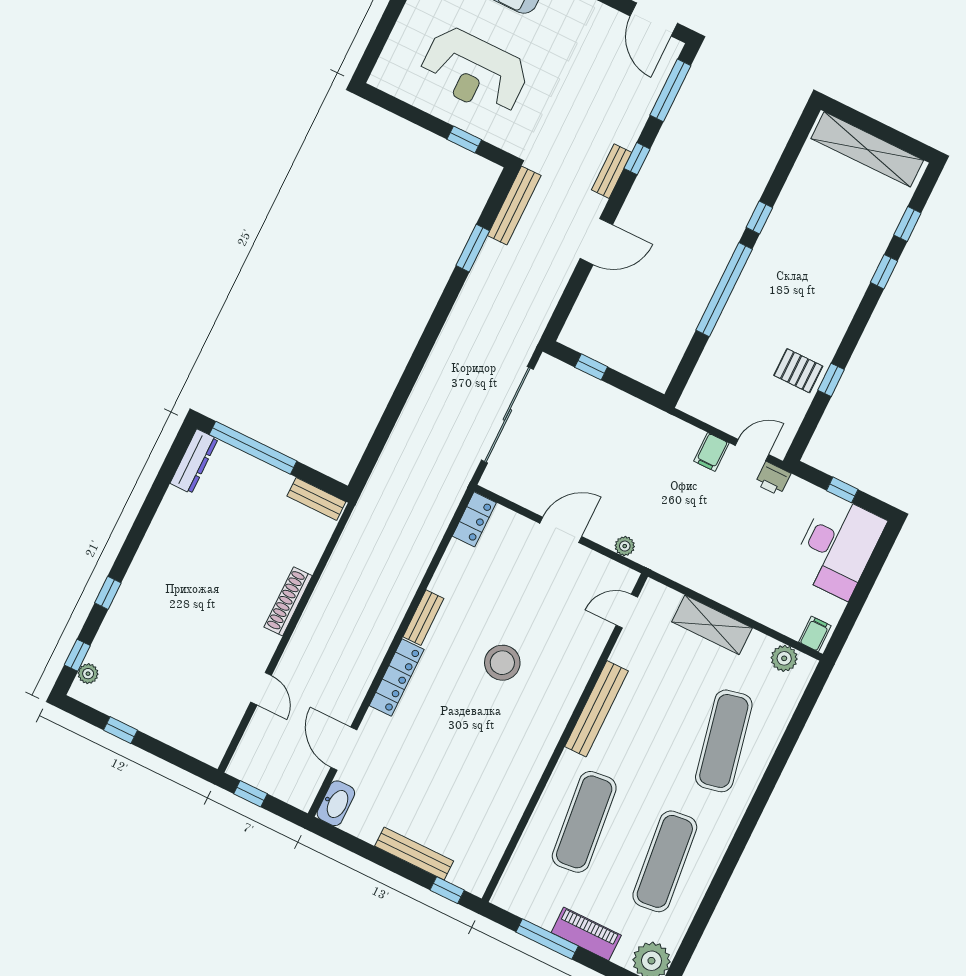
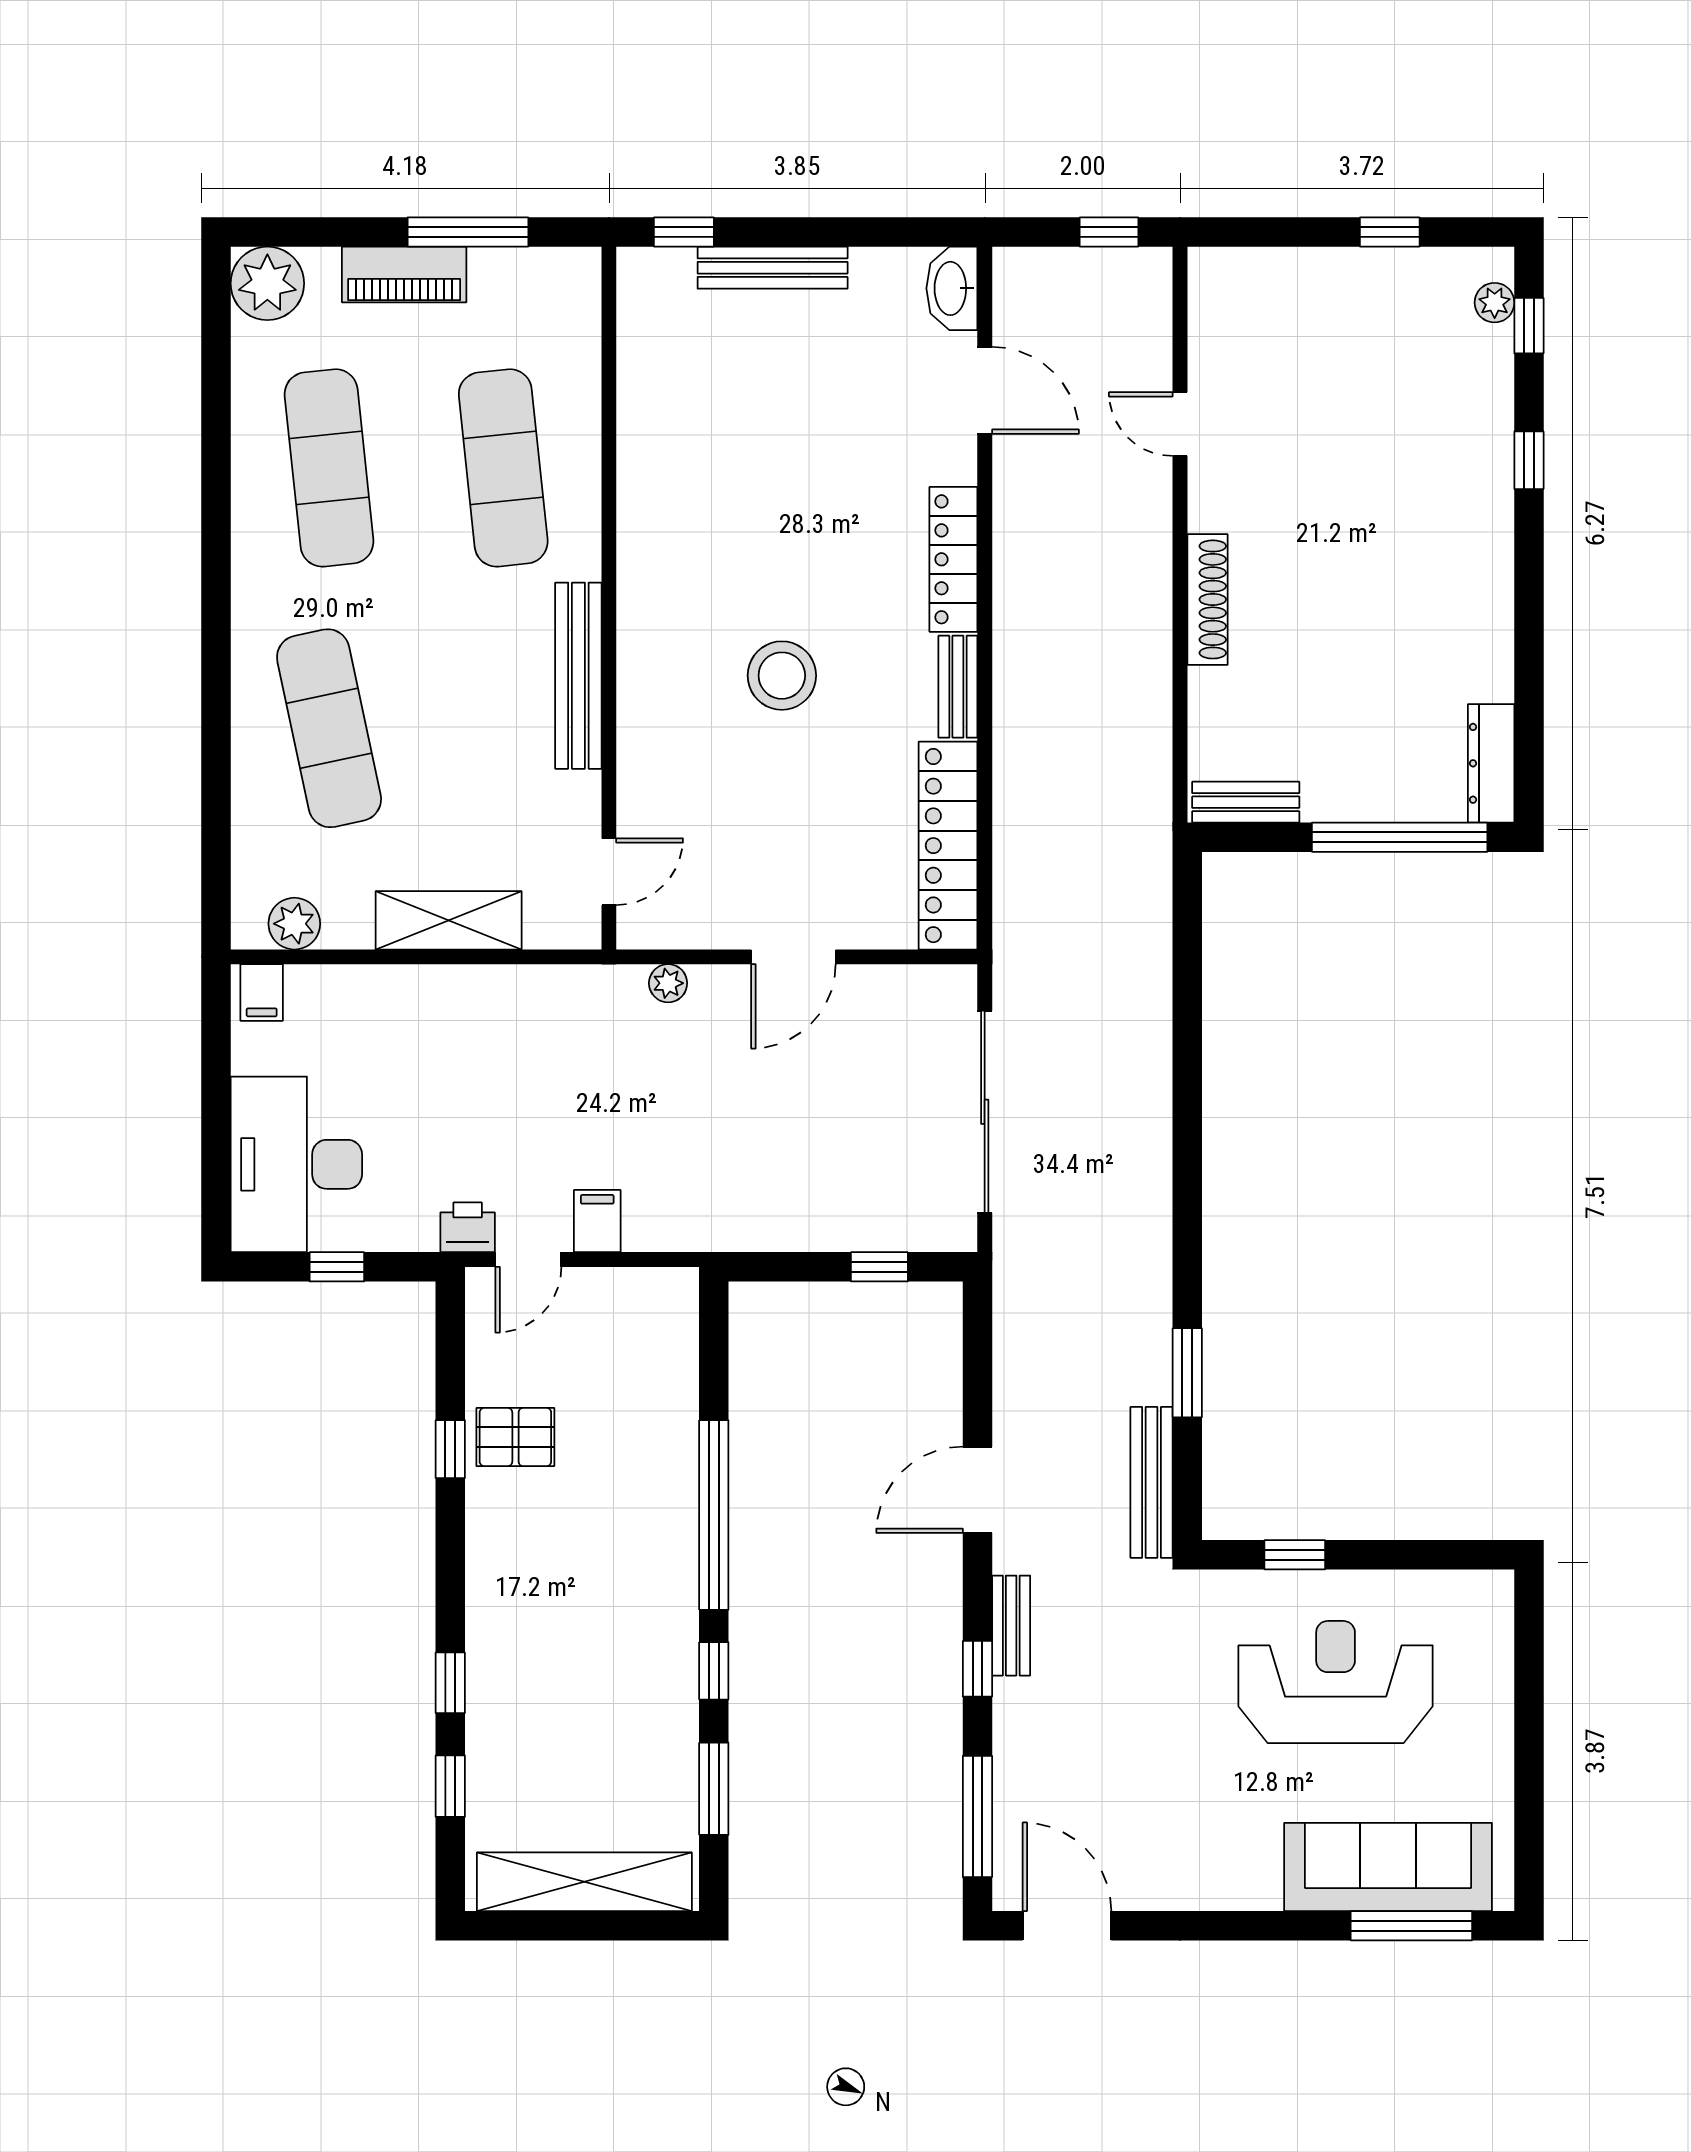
window: (786, 163) -> (714, 1789), added
locker: (474, 519) -> (948, 846), width x2.16, depth x1.21

